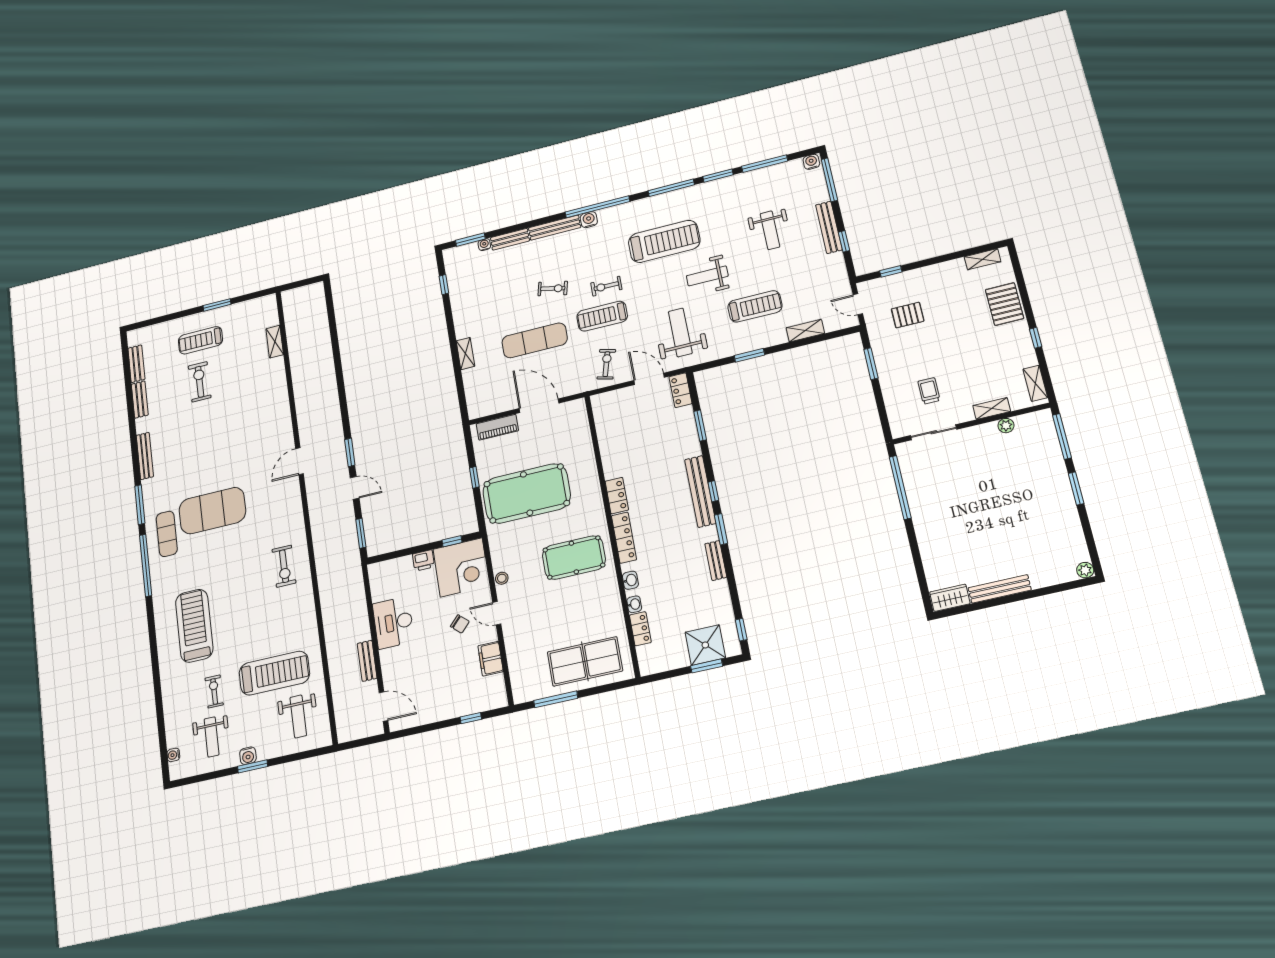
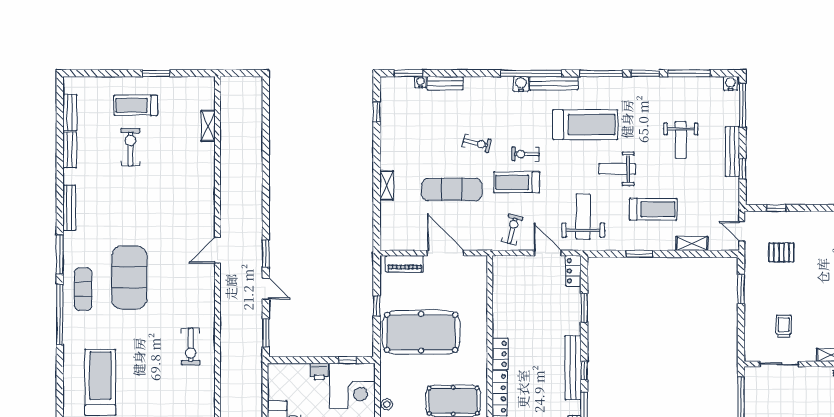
bench: (555, 228) -> (554, 83), moved
exercise mat: (212, 511) -> (129, 277), turned 90

